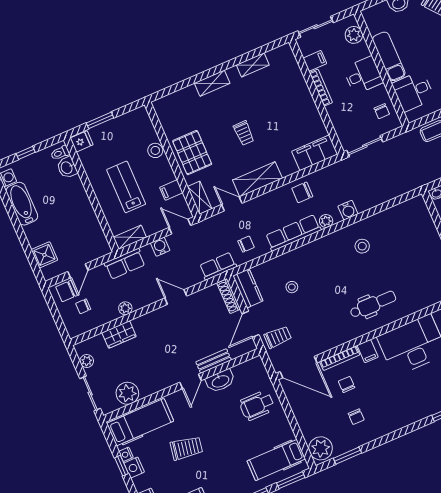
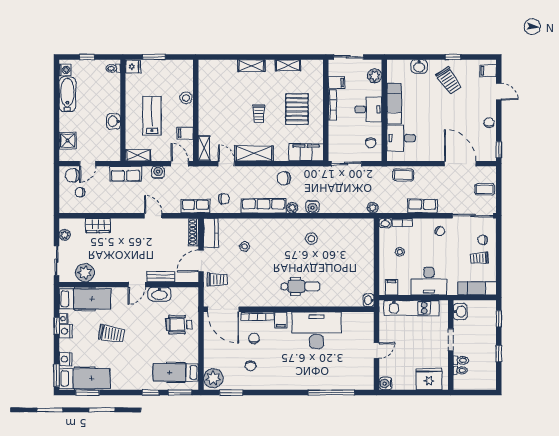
pallet: (192, 153) -> (297, 109), moved
washbasin: (67, 168) -> (114, 121), moved
plant: (125, 308) -> (373, 208), moved

